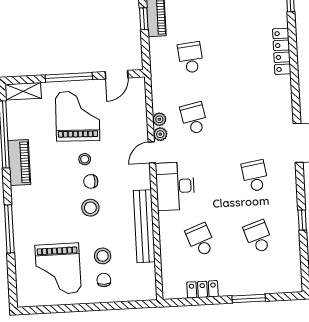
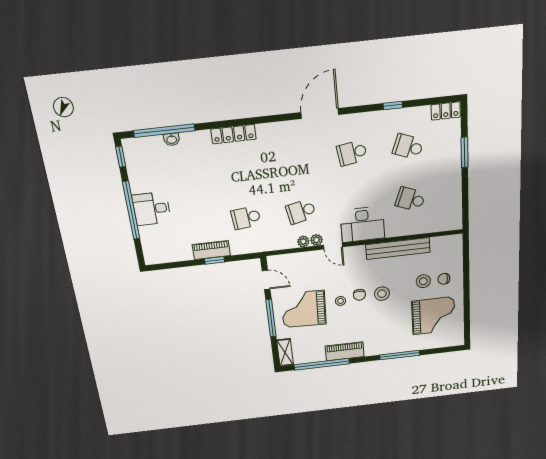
school desk: (258, 237) -> (408, 147), turned 39
school desk: (201, 240) -> (410, 199), turned 42
locker: (202, 289) -> (446, 111), moved, turned -90

